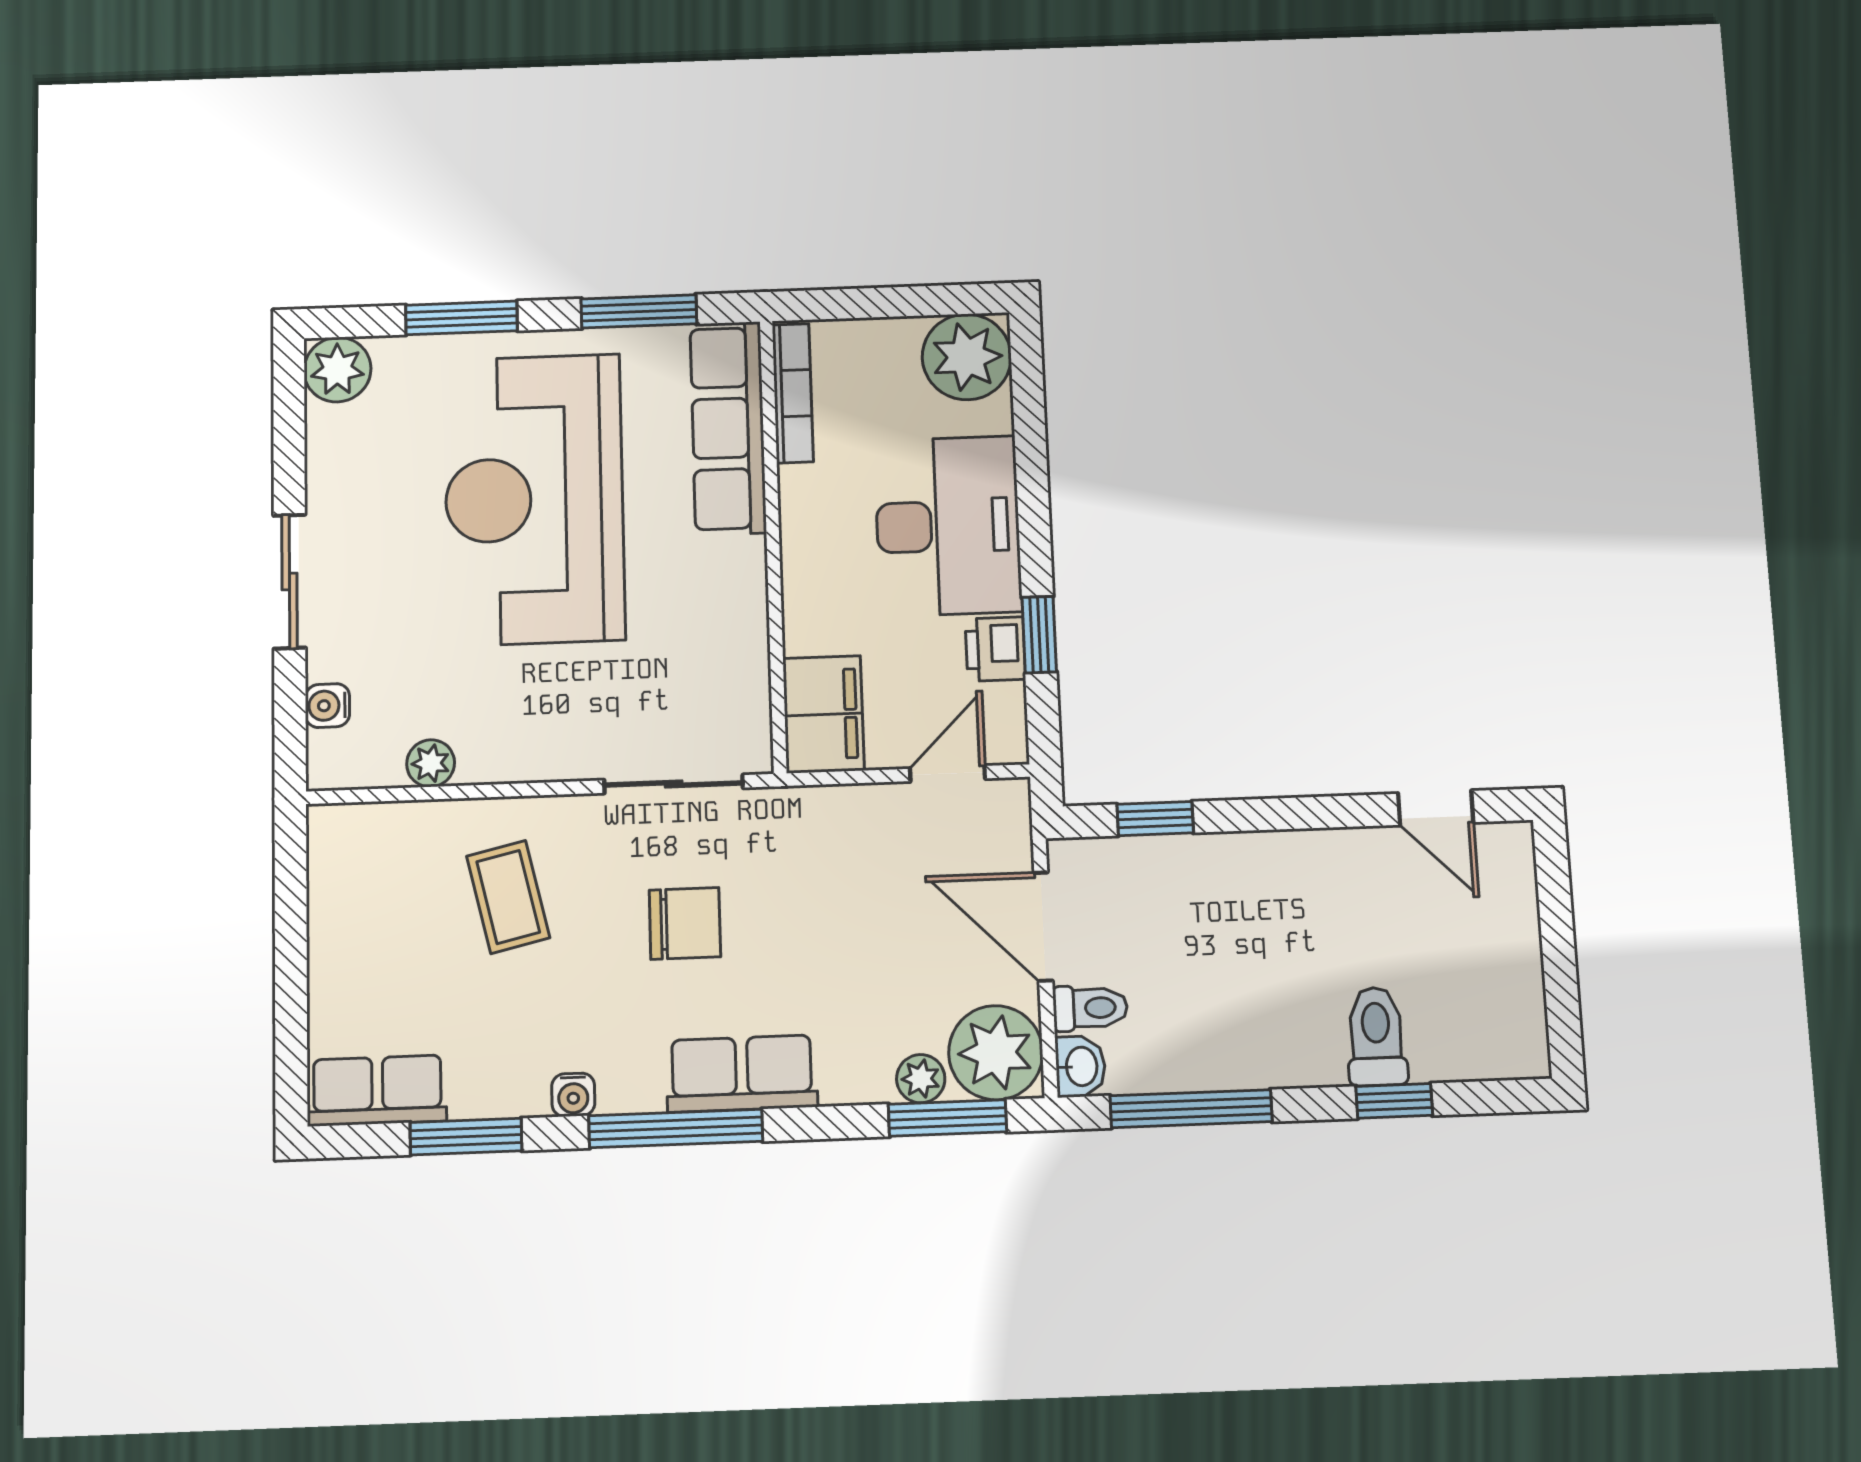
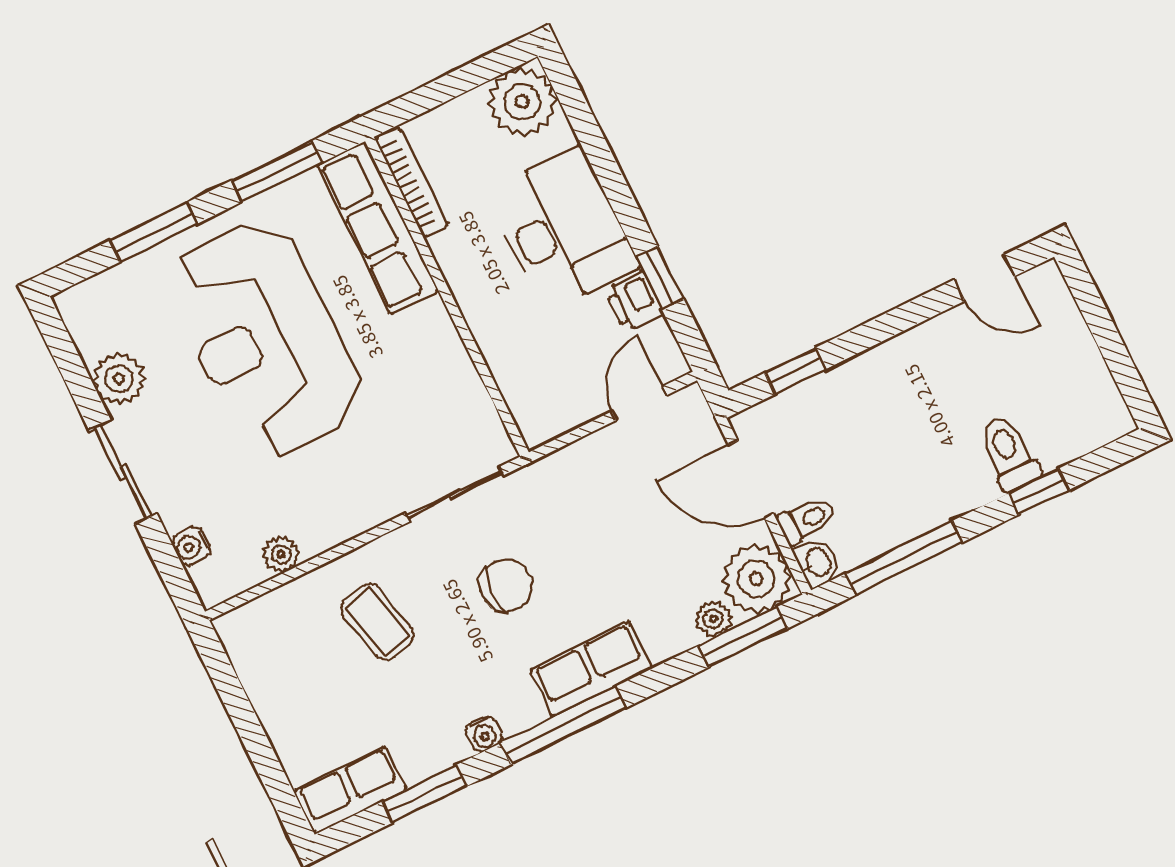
plant: (337, 370) -> (119, 379), moved
filing cabinet: (823, 714) -> (536, 400), removed

